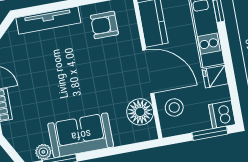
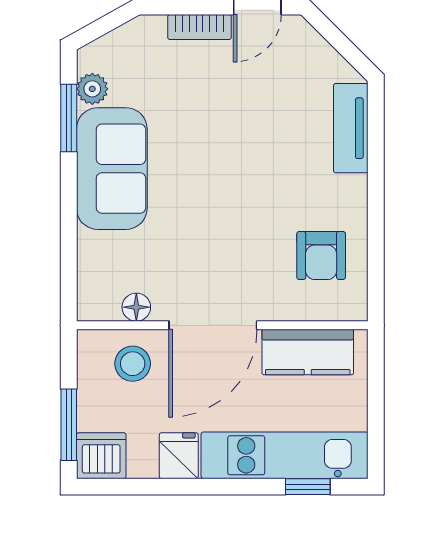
tv unit: (48, 20) -> (351, 128), width x0.71
armchair: (104, 25) -> (321, 255), turned 180
floor lamp: (140, 112) -> (136, 307), width x0.53, depth x0.53

